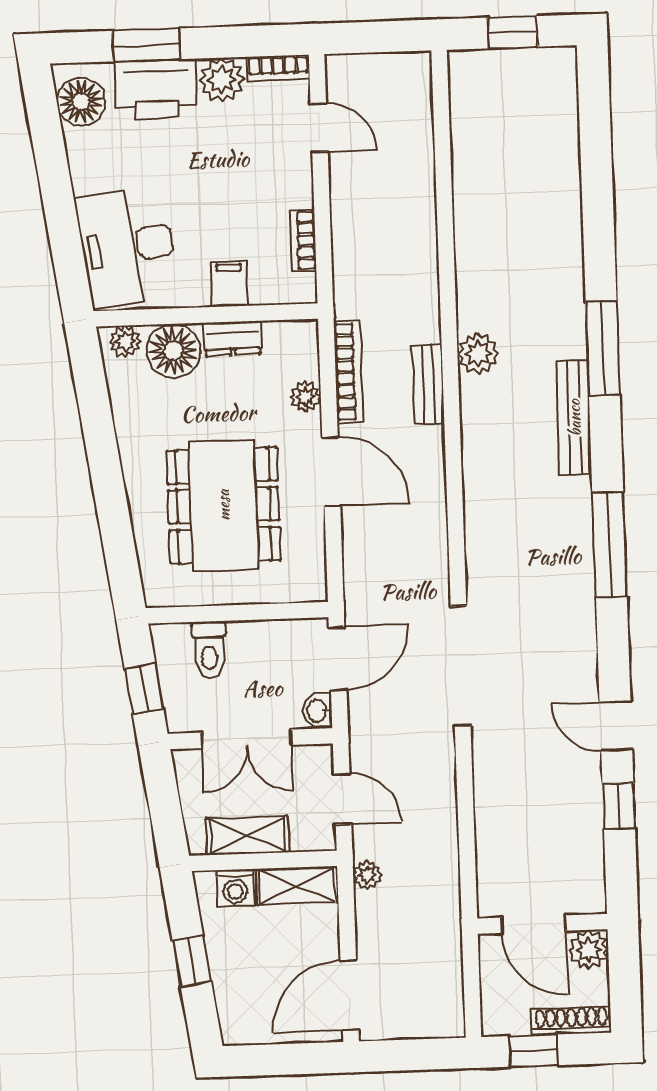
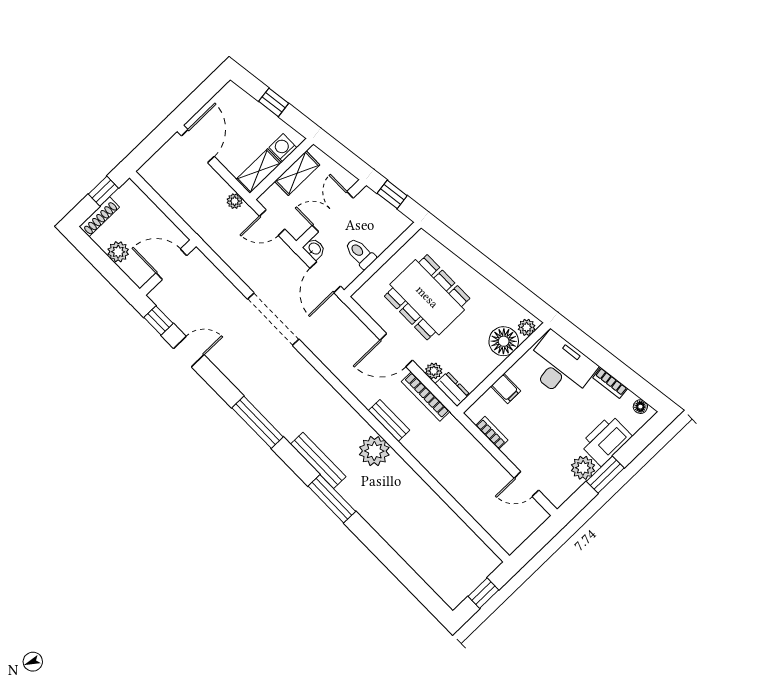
window: (147, 45) -> (605, 475), moved
bookcase: (278, 68) -> (610, 383), moved, turned -98
floor lamp: (81, 102) -> (640, 407), width x0.53, depth x0.53
dresser: (232, 338) -> (452, 389), moved, turned 90
plant: (478, 354) -> (374, 451), width x1.36, depth x1.36
toilet: (209, 650) -> (360, 253), moved
door: (534, 924) -> (171, 264), moved
wall: (542, 924) -> (168, 268), moved

